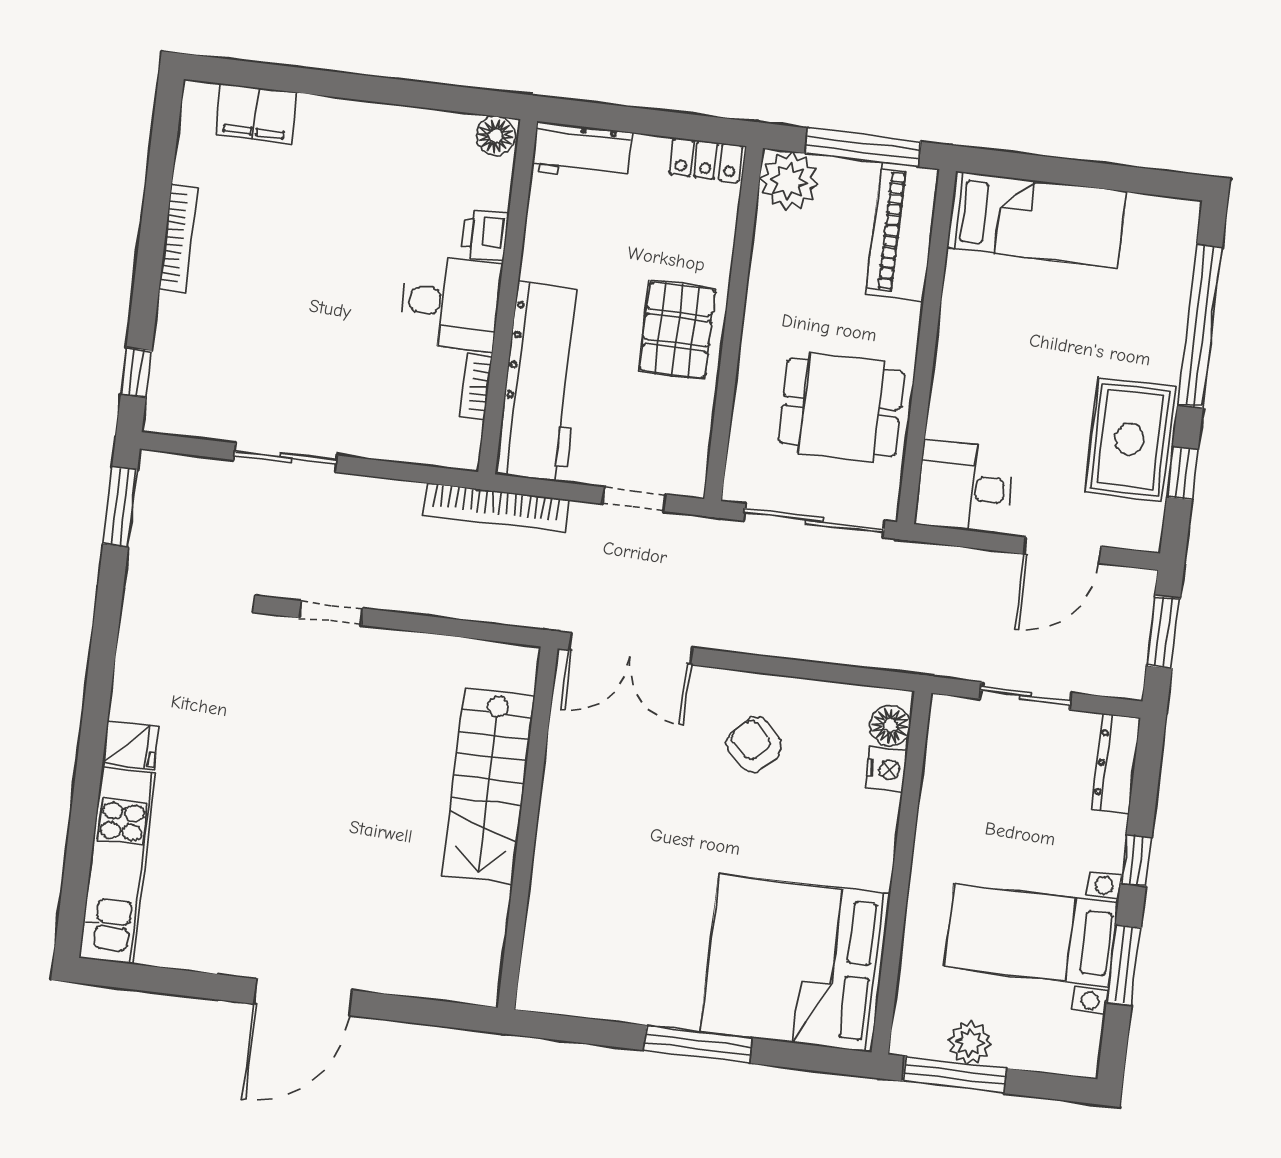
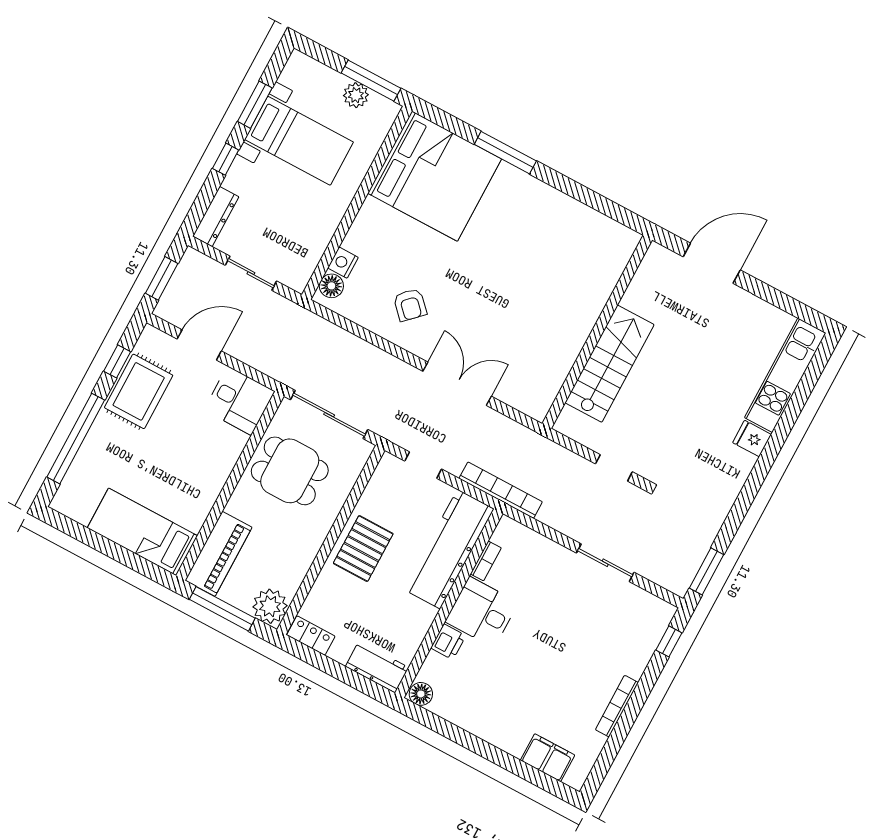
stairs: (489, 785) -> (609, 364), moved
wall: (528, 828) -> (597, 332), moved

